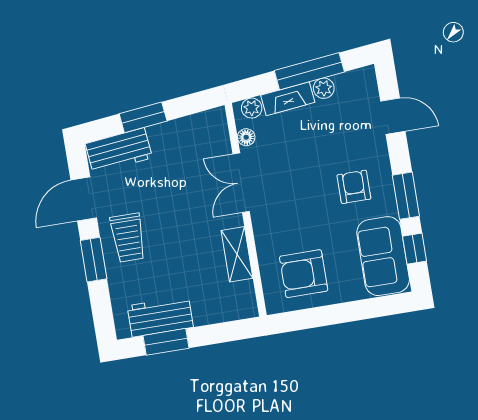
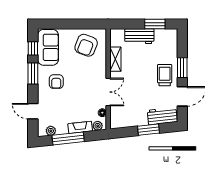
plant: (324, 88) -> (51, 131), moved
armchair: (304, 274) -> (86, 45), turned 111
workbench: (160, 316) -> (139, 36), moved

